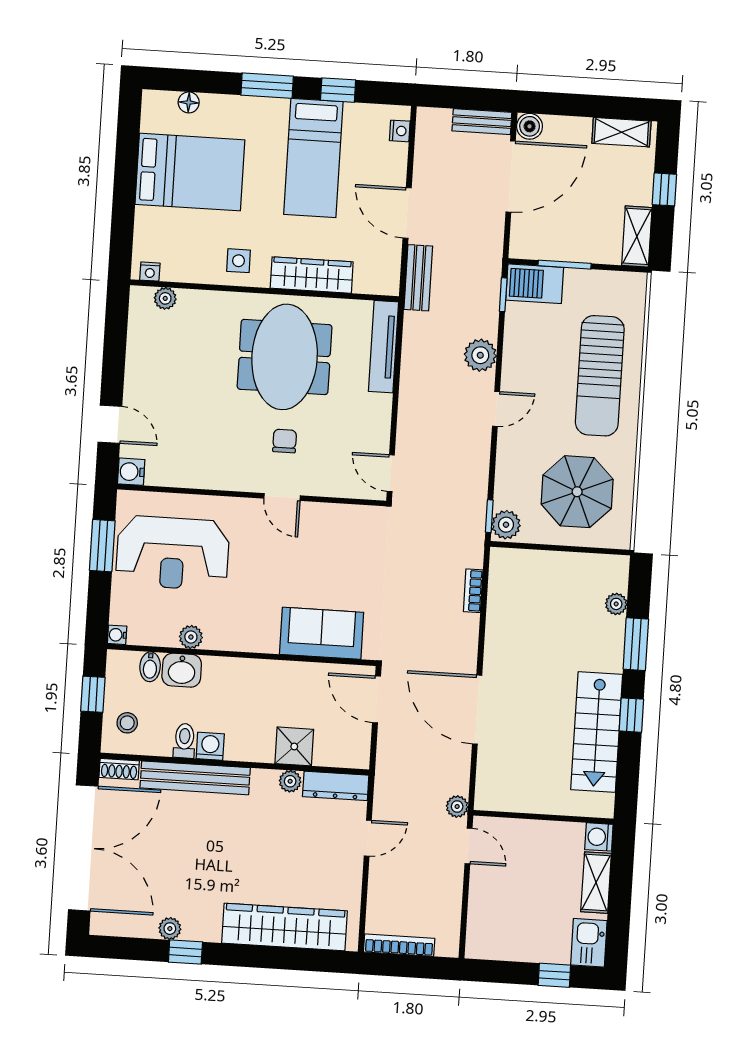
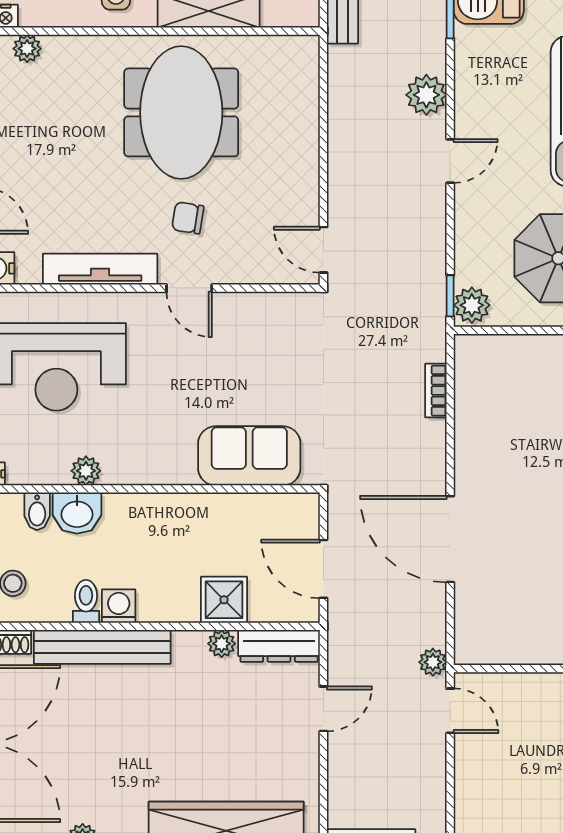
tv unit: (384, 347) -> (100, 269), moved, turned 90
chair: (285, 441) -> (188, 218), turned -81
door: (377, 699) -> (323, 569), moved

